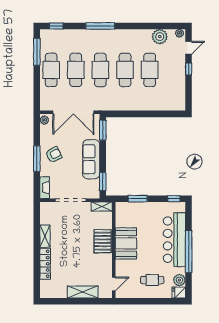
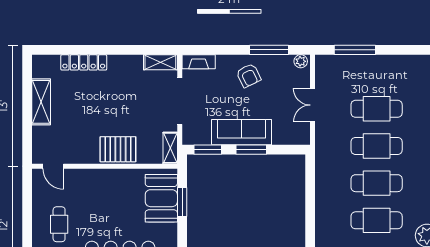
window: (37, 52) -> (355, 50), moved
cafe table: (51, 70) -> (377, 72), removed
double door: (73, 112) -> (313, 105), width x0.54
window: (103, 130) -> (251, 150), moved
window: (37, 159) -> (269, 50), moved
shelving: (45, 236) -> (160, 62), moved
booth: (126, 243) -> (161, 198), moved, turned 90
shelving: (83, 292) -> (41, 102), moved

